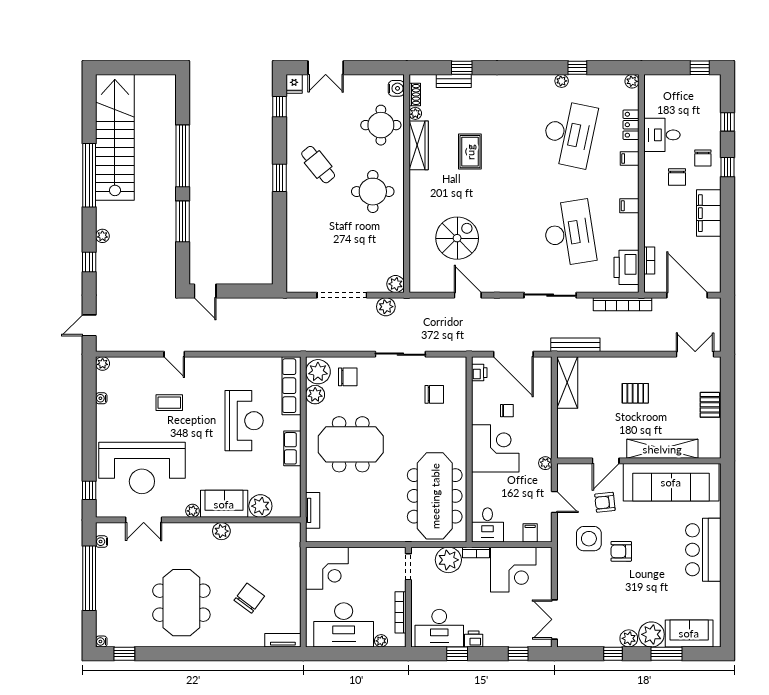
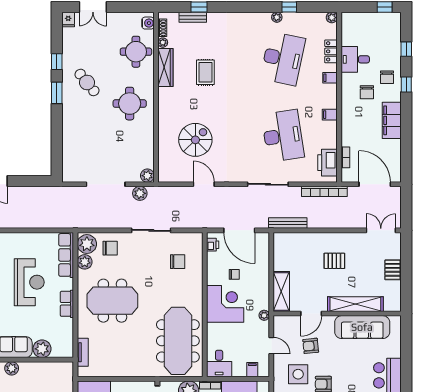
window: (279, 107) -> (57, 62), moved
shelving: (567, 382) -> (281, 291), moved
sofa: (671, 482) -> (362, 327), width x0.74, depth x0.79

